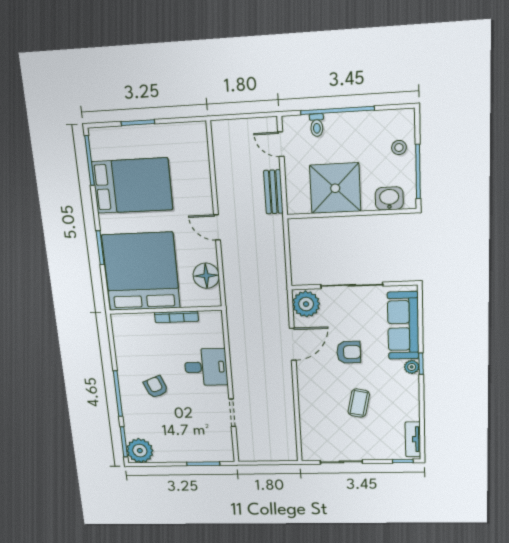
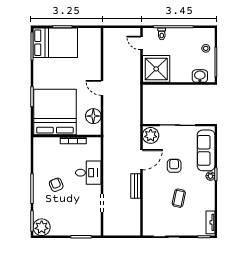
bed: (132, 186) -> (55, 43), moved
shower: (335, 188) -> (156, 69), moved
bench: (273, 192) -> (136, 186), moved
armchair: (349, 352) -> (174, 166), turned -90

